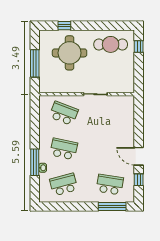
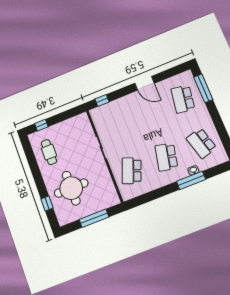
cafe table: (111, 44) -> (49, 152), width x0.73, depth x0.74
door: (139, 156) -> (144, 83), hinge flipped
window: (139, 180) -> (102, 100), moved

